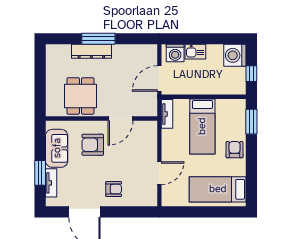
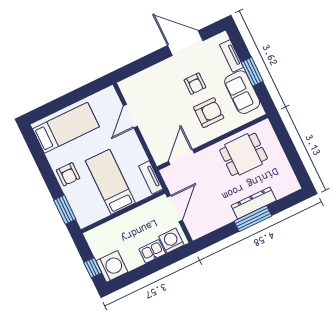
window: (251, 74) -> (93, 268), moved
dining table: (80, 96) -> (244, 154), turned 90
door: (121, 119) -> (181, 157), moved
window: (40, 173) -> (252, 72), moved
armchair: (114, 189) -> (195, 84), moved, turned -90

